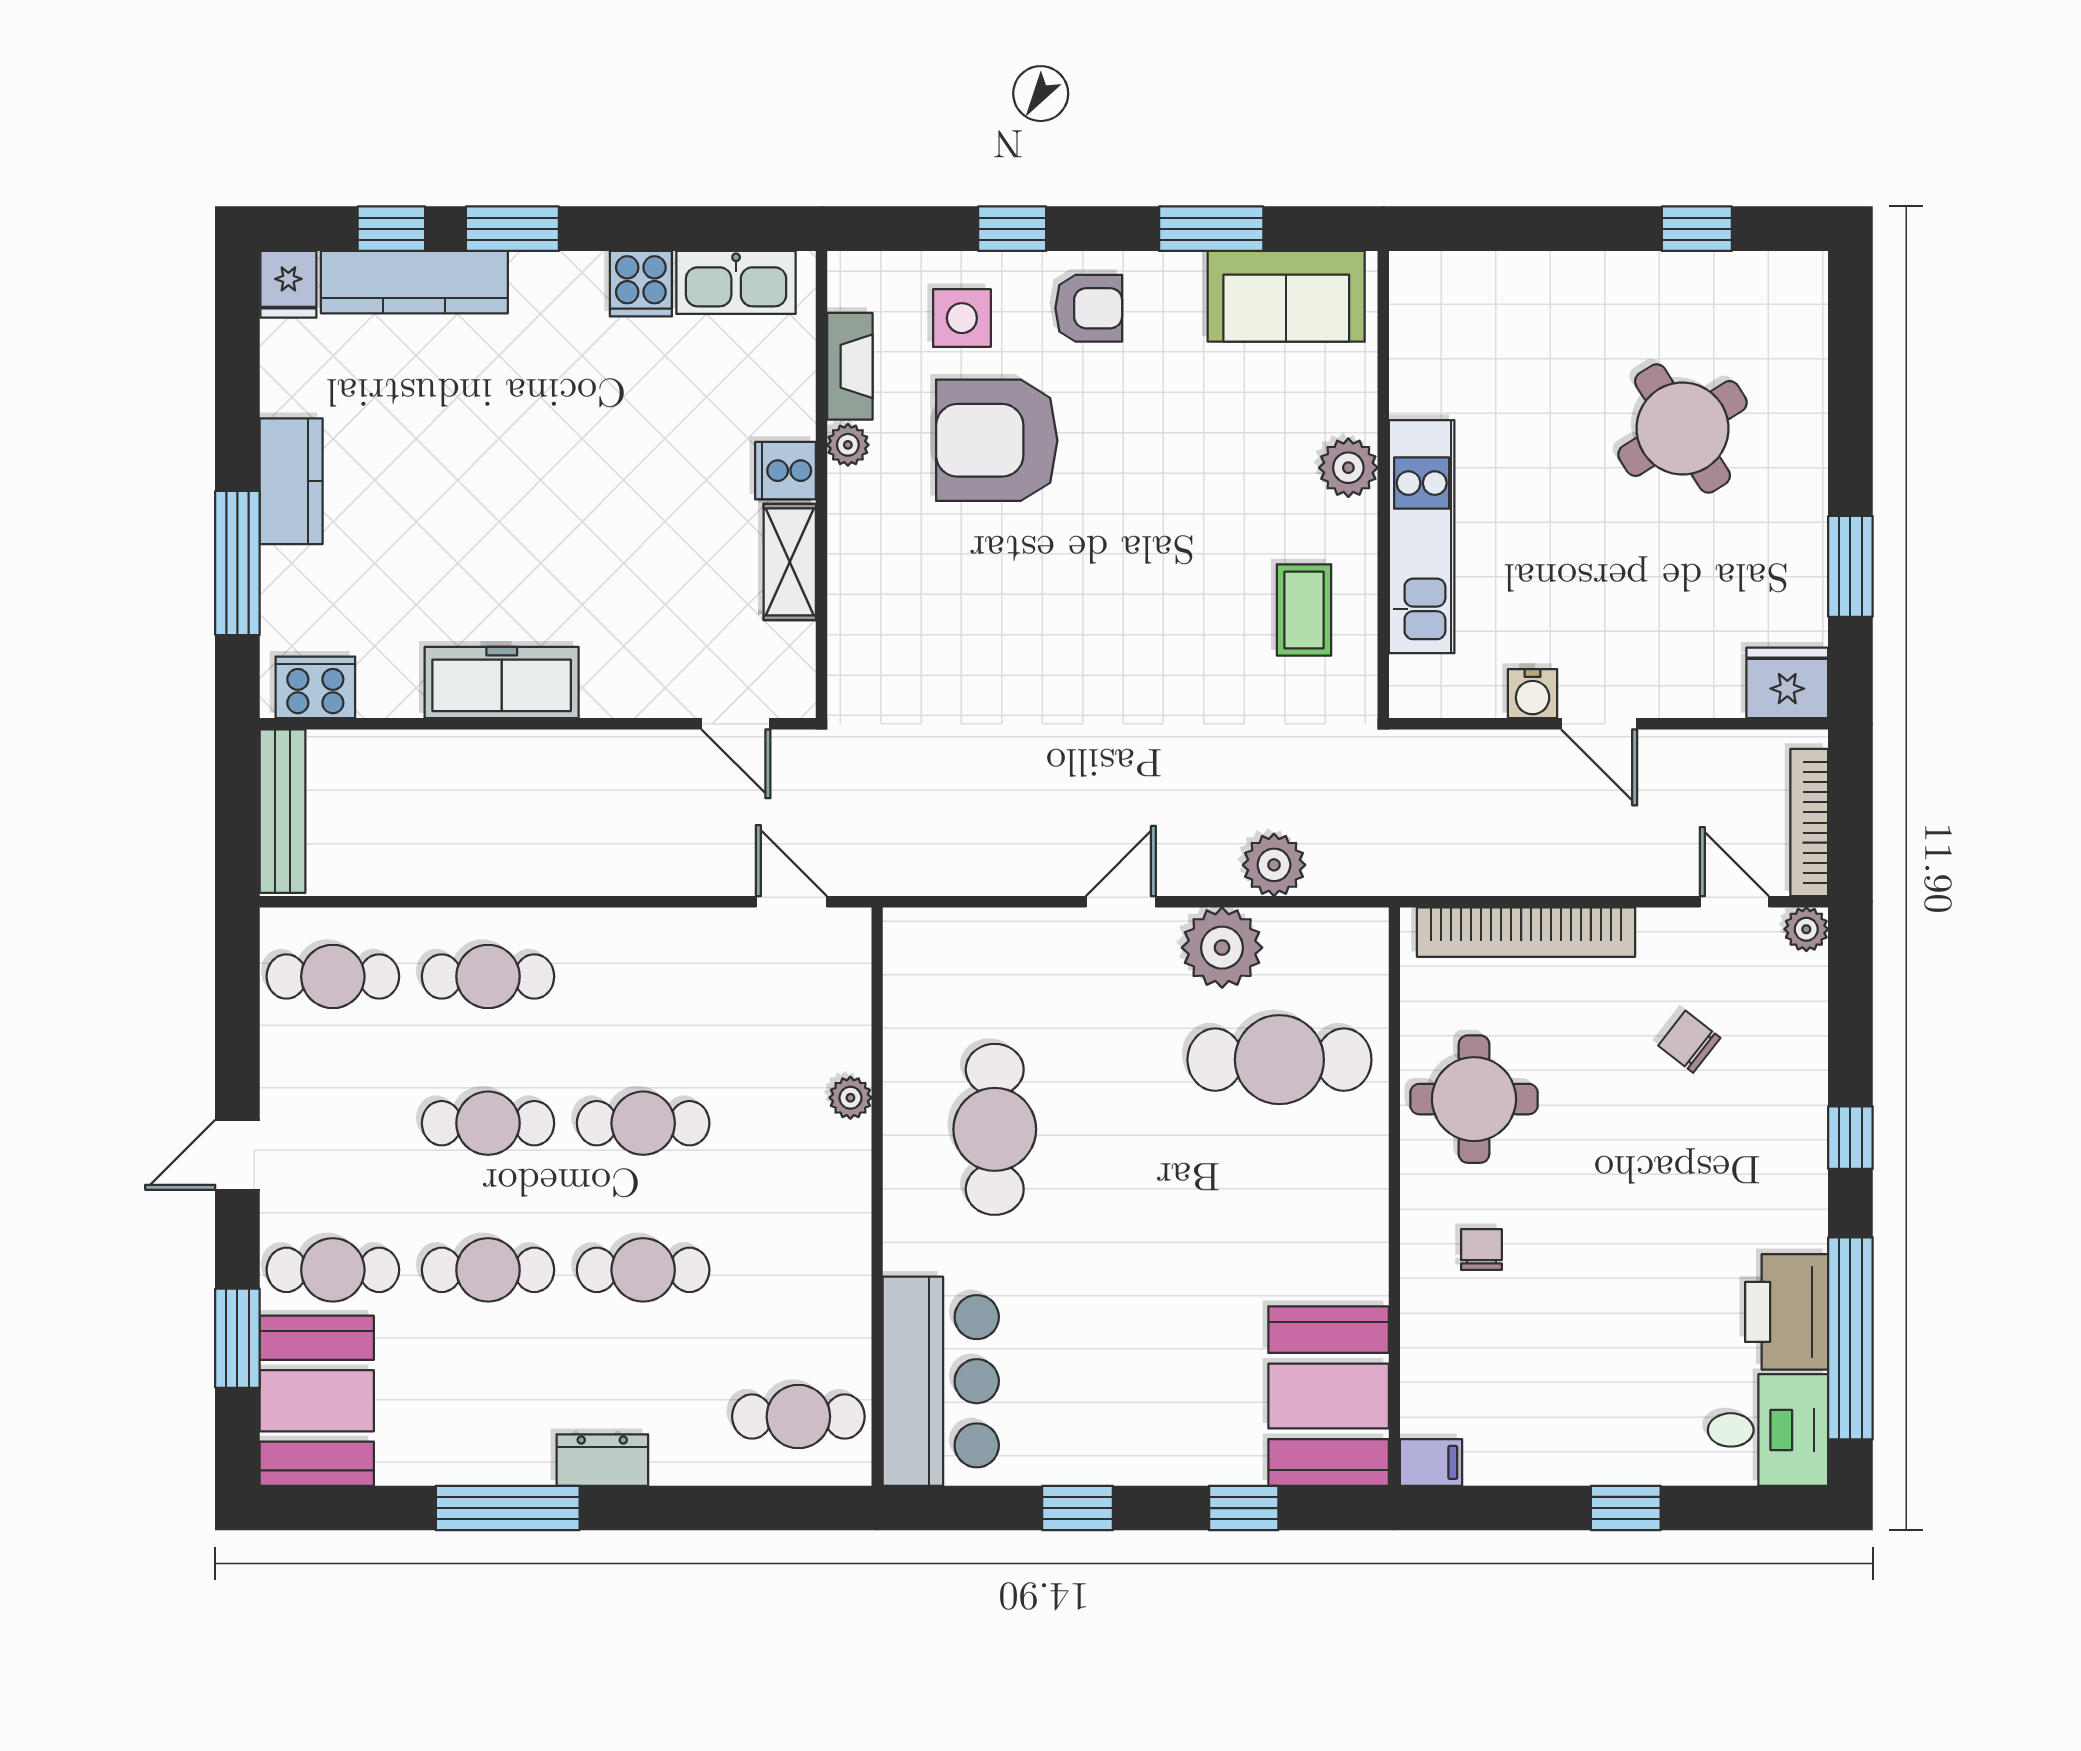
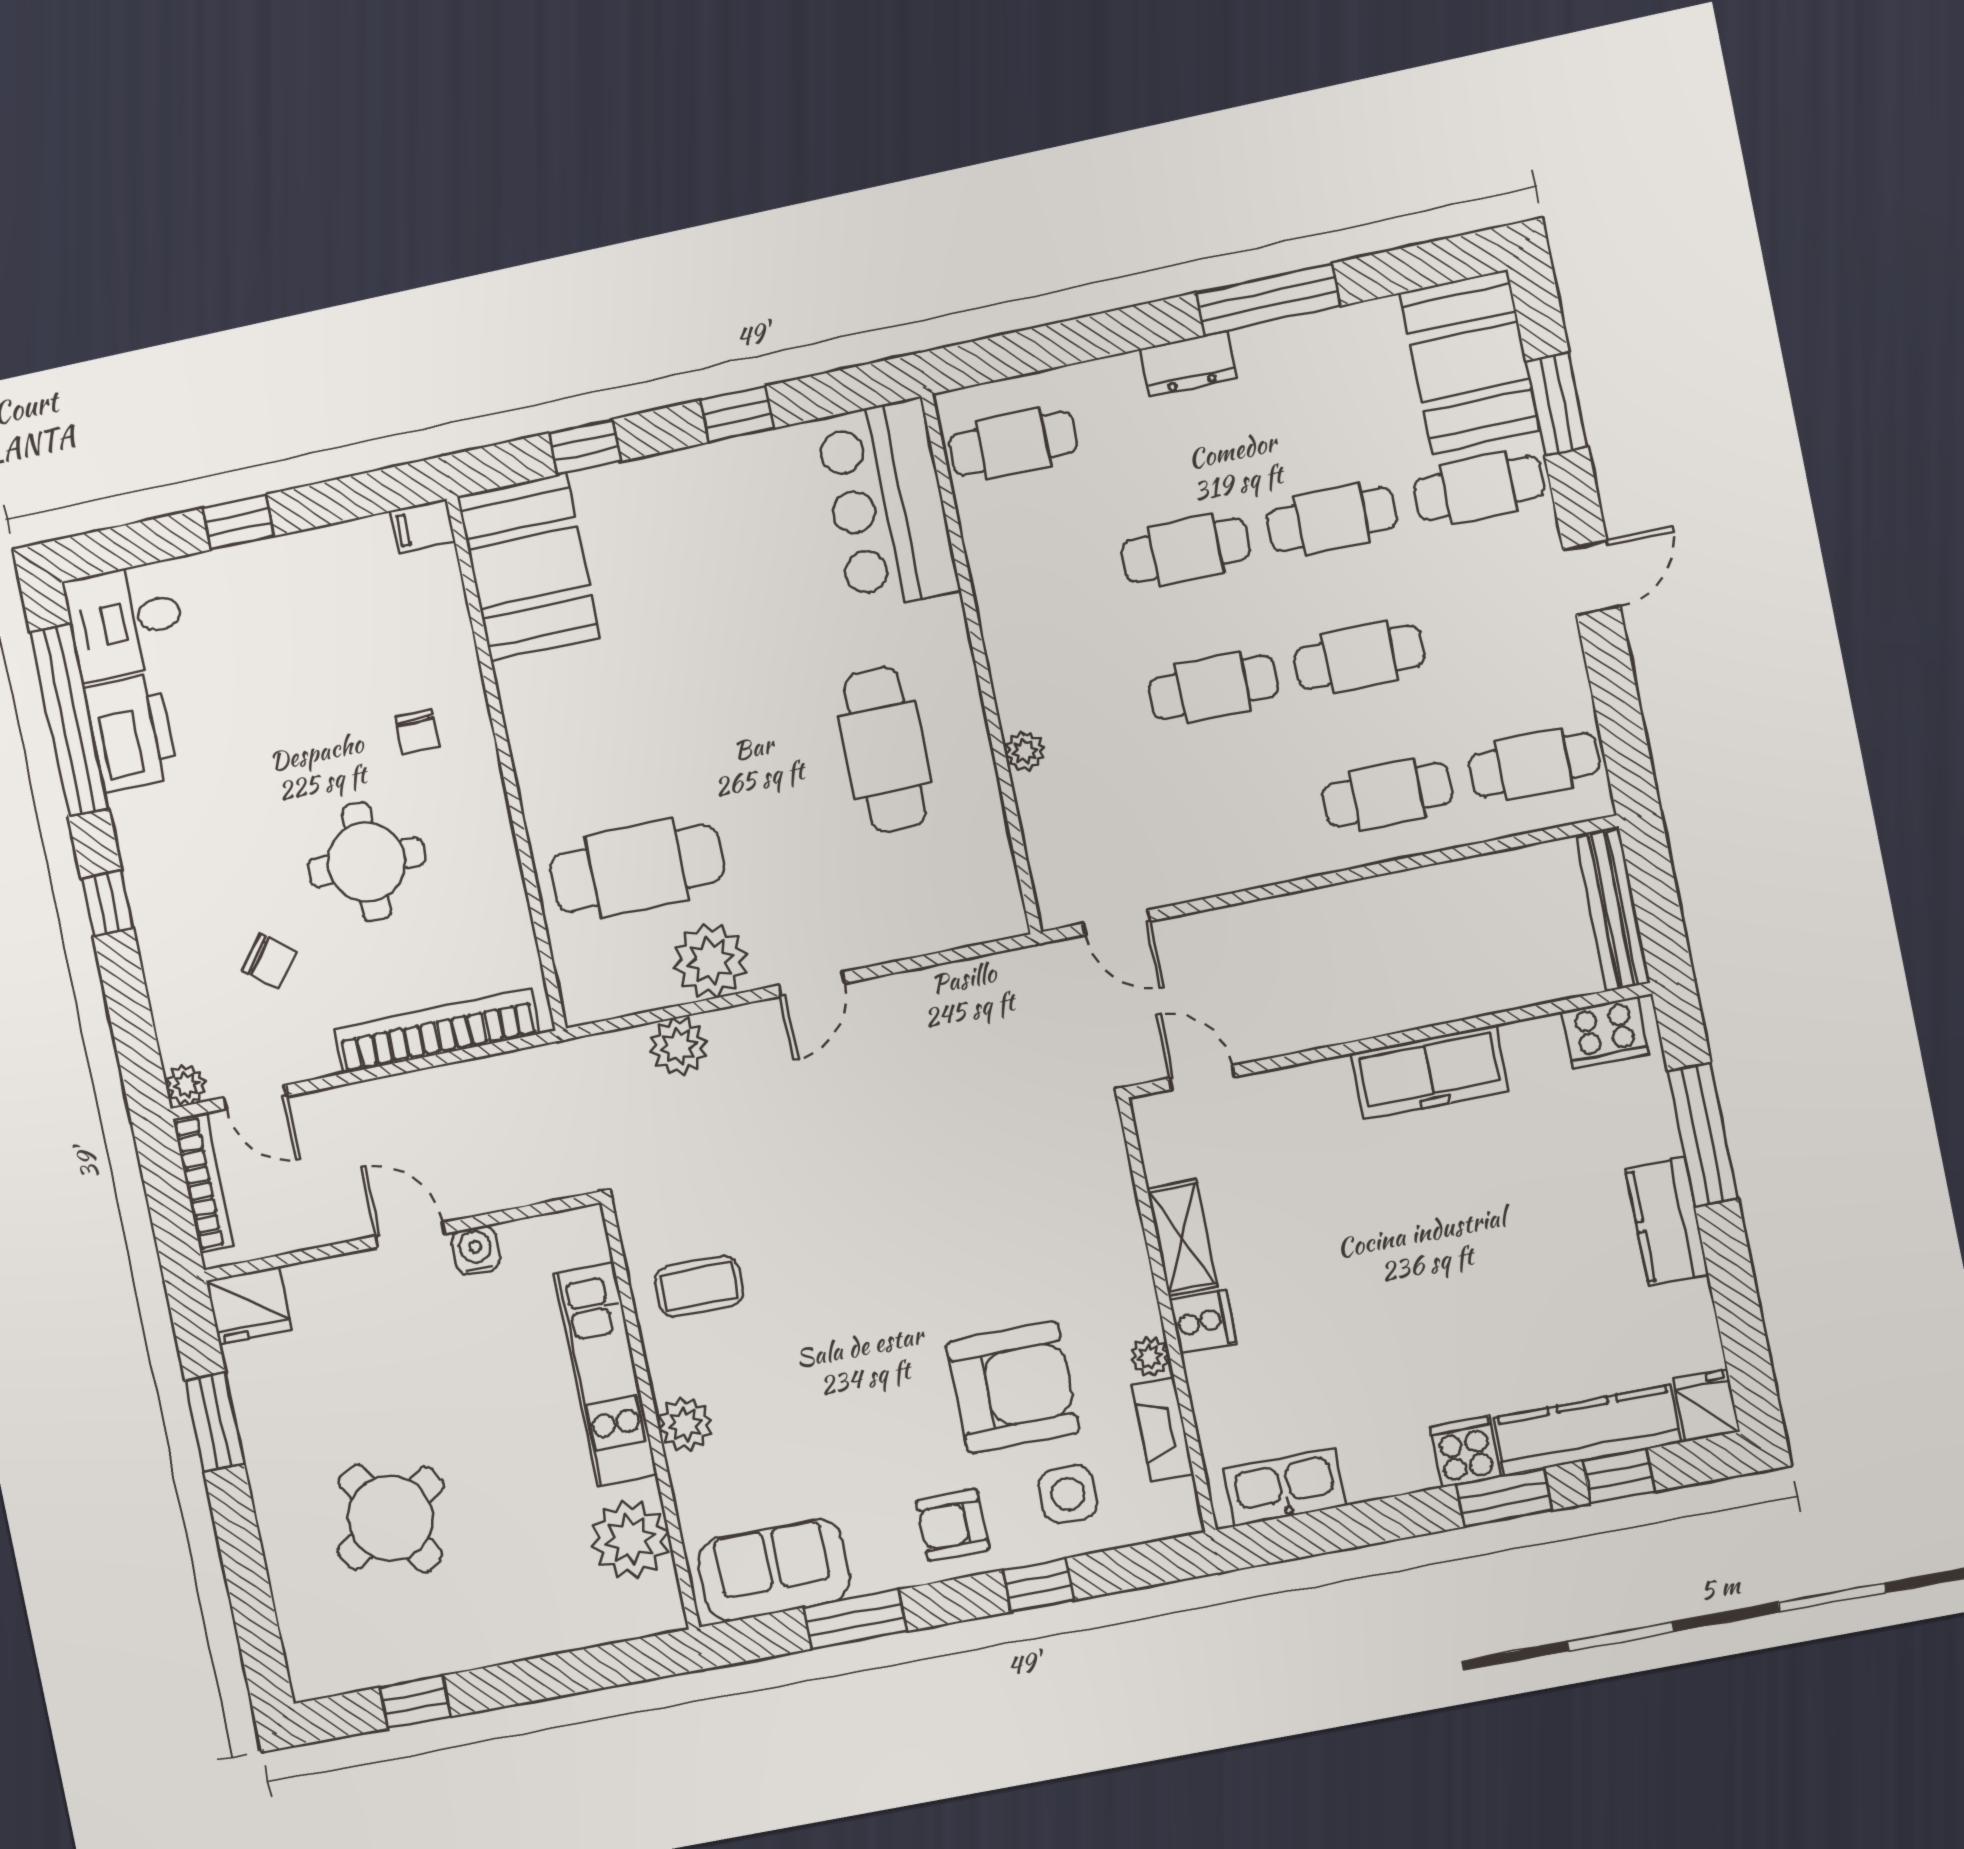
cooker: (641, 284) -> (1465, 1452), moved
plant: (1432, 358) -> (630, 1539), added
coffee table: (1304, 610) -> (699, 1286), turned 90
round table: (1474, 1099) -> (367, 862), moved

